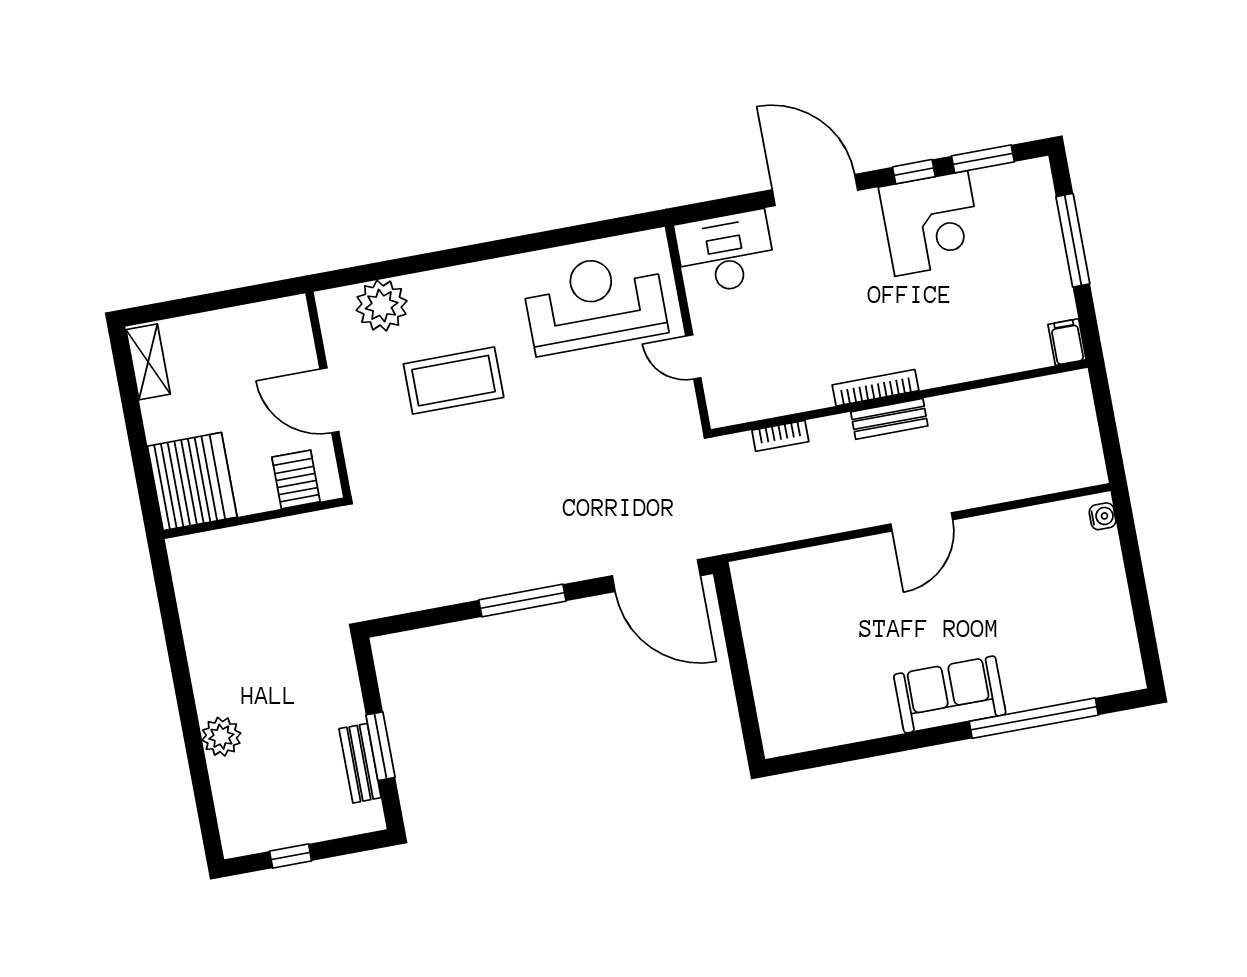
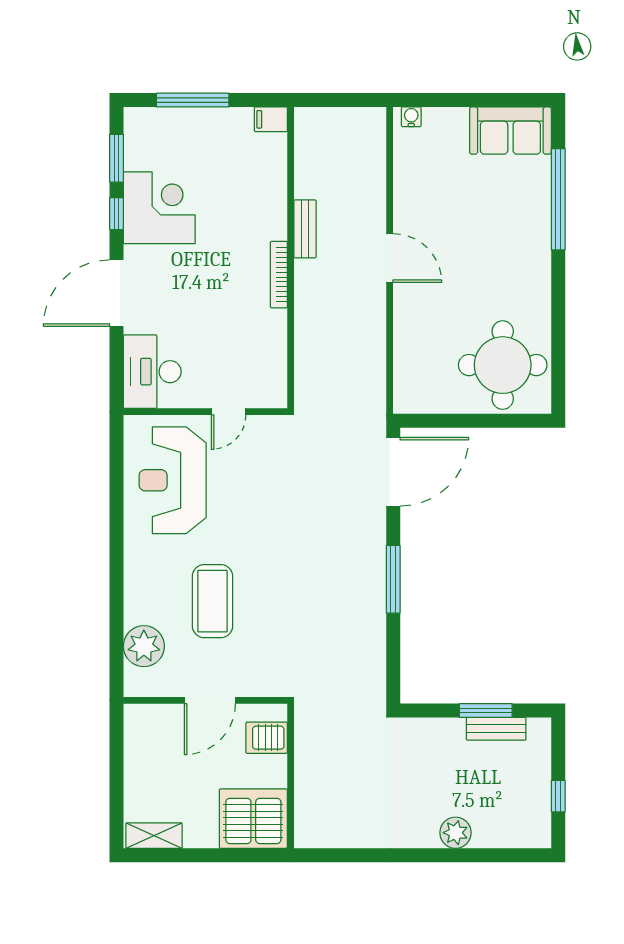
bench: (889, 419) -> (305, 229), moved
bookcase: (780, 436) -> (302, 355), removed
round table: (815, 687) -> (503, 365), added
sofa: (950, 695) -> (510, 131), moved, turned -90

